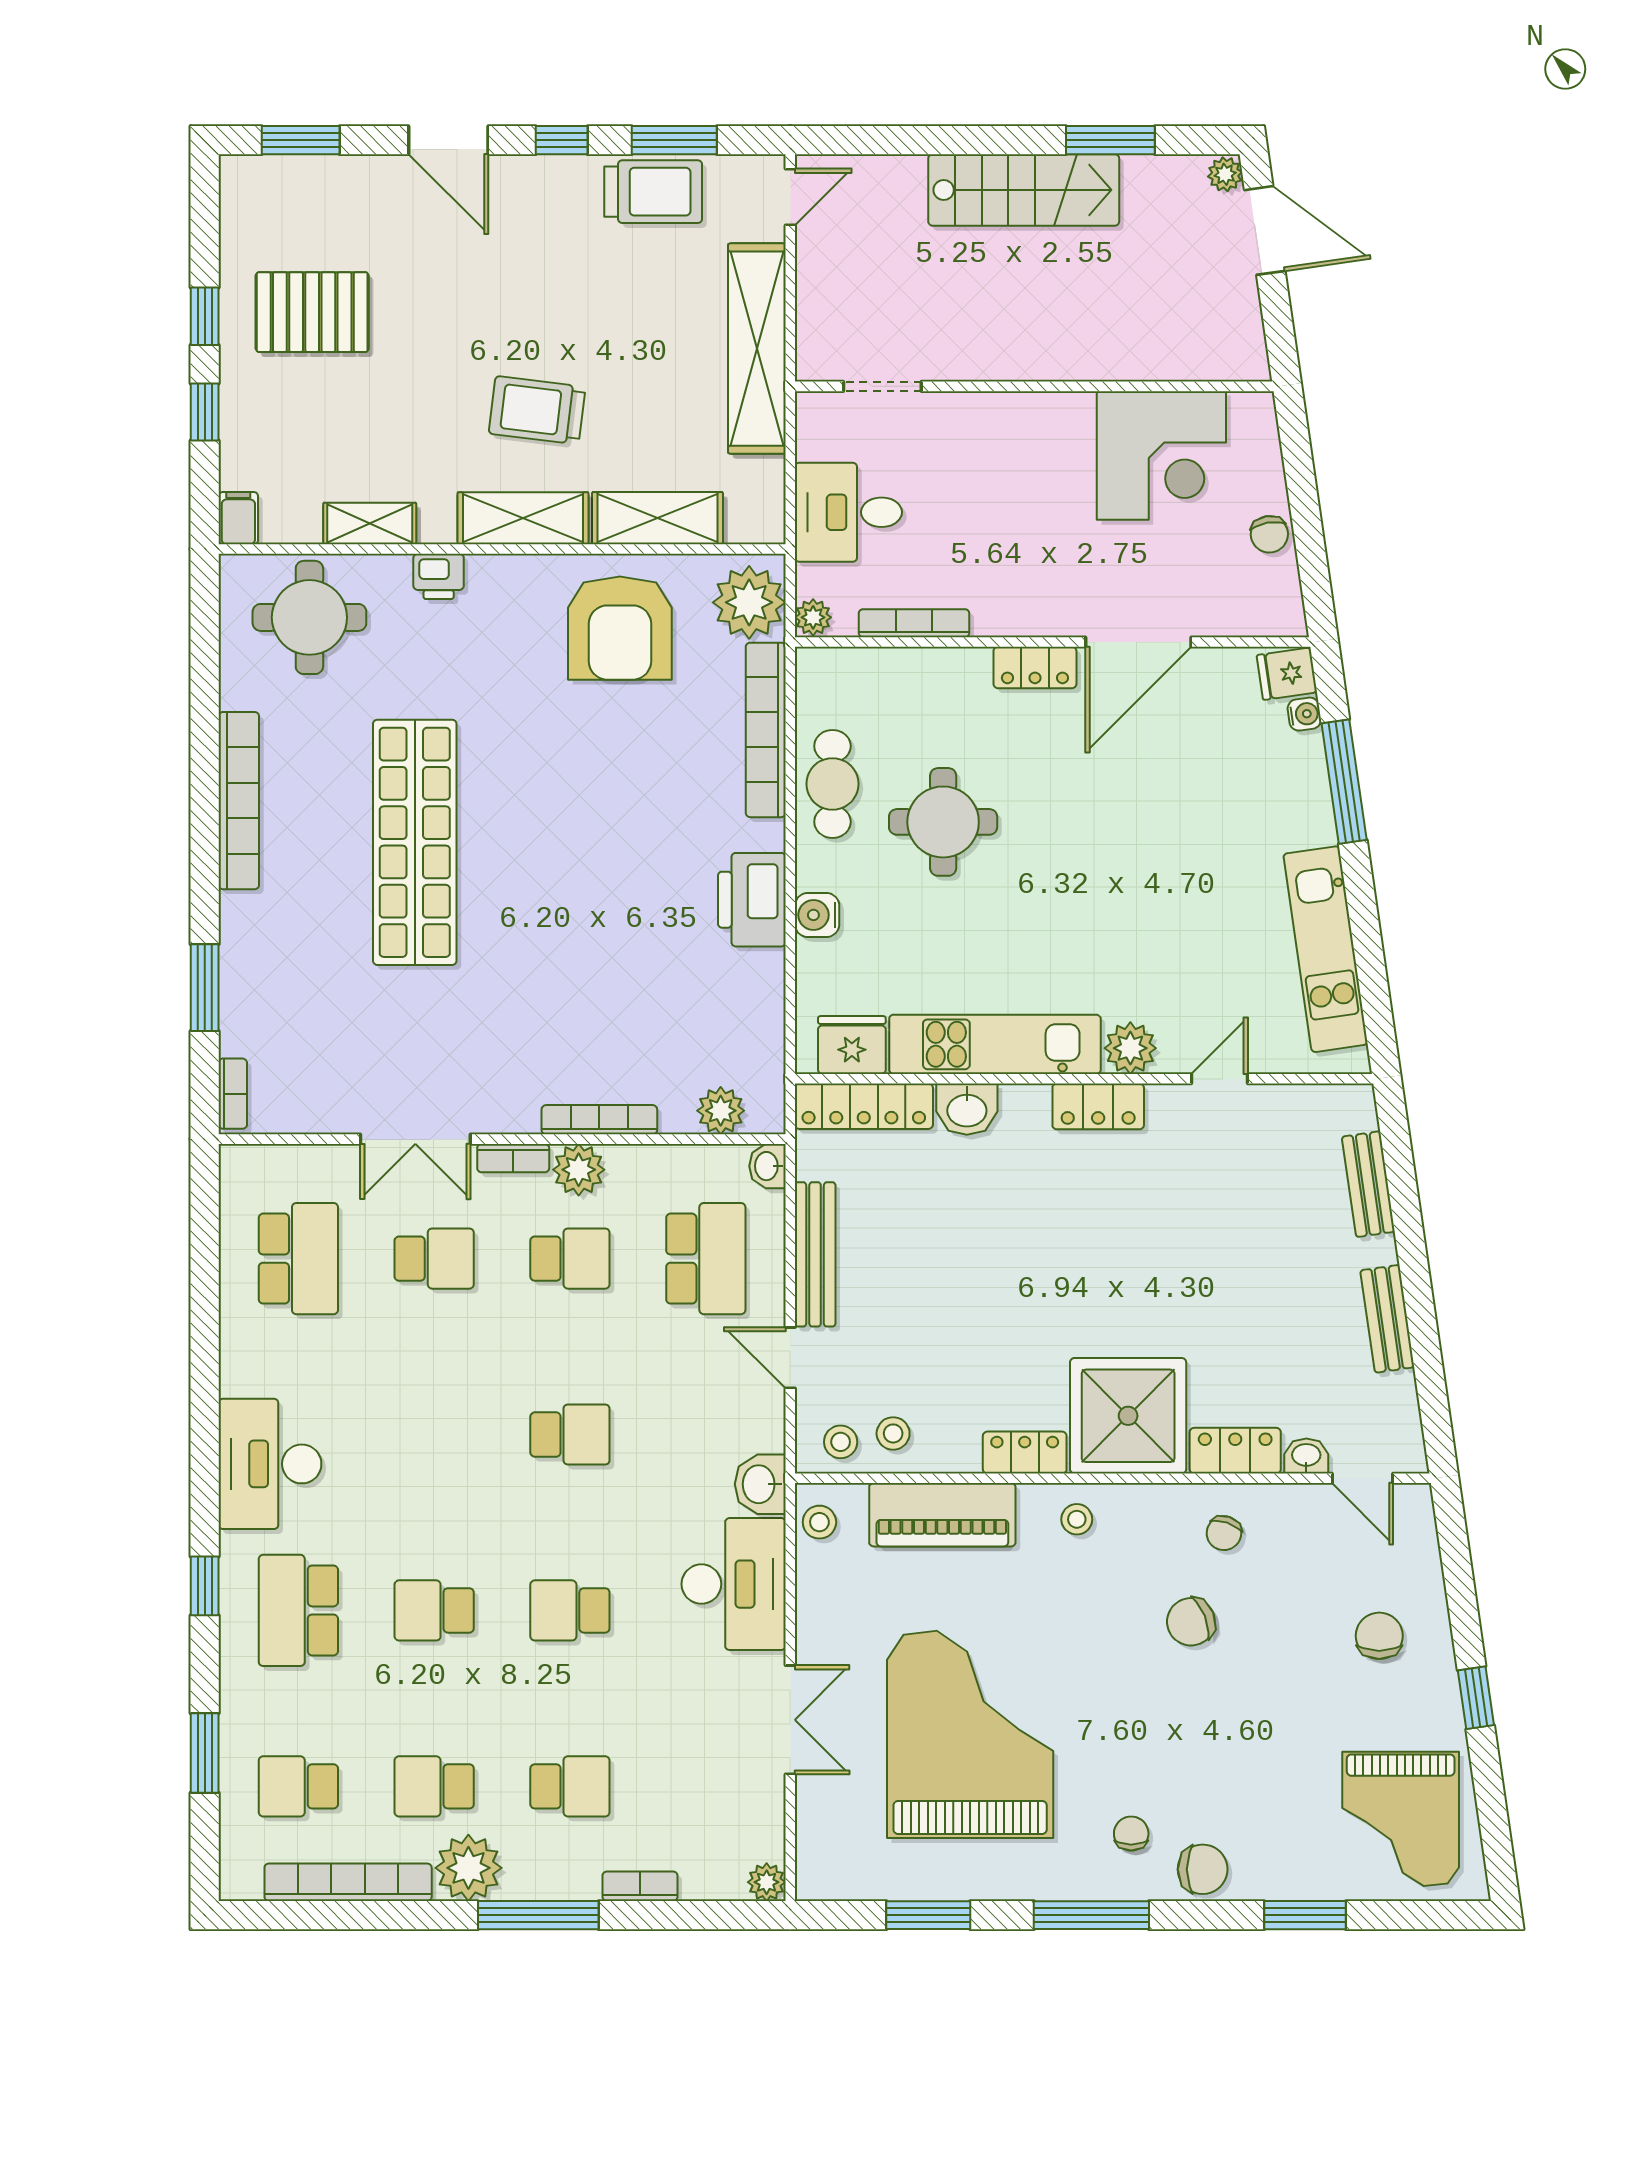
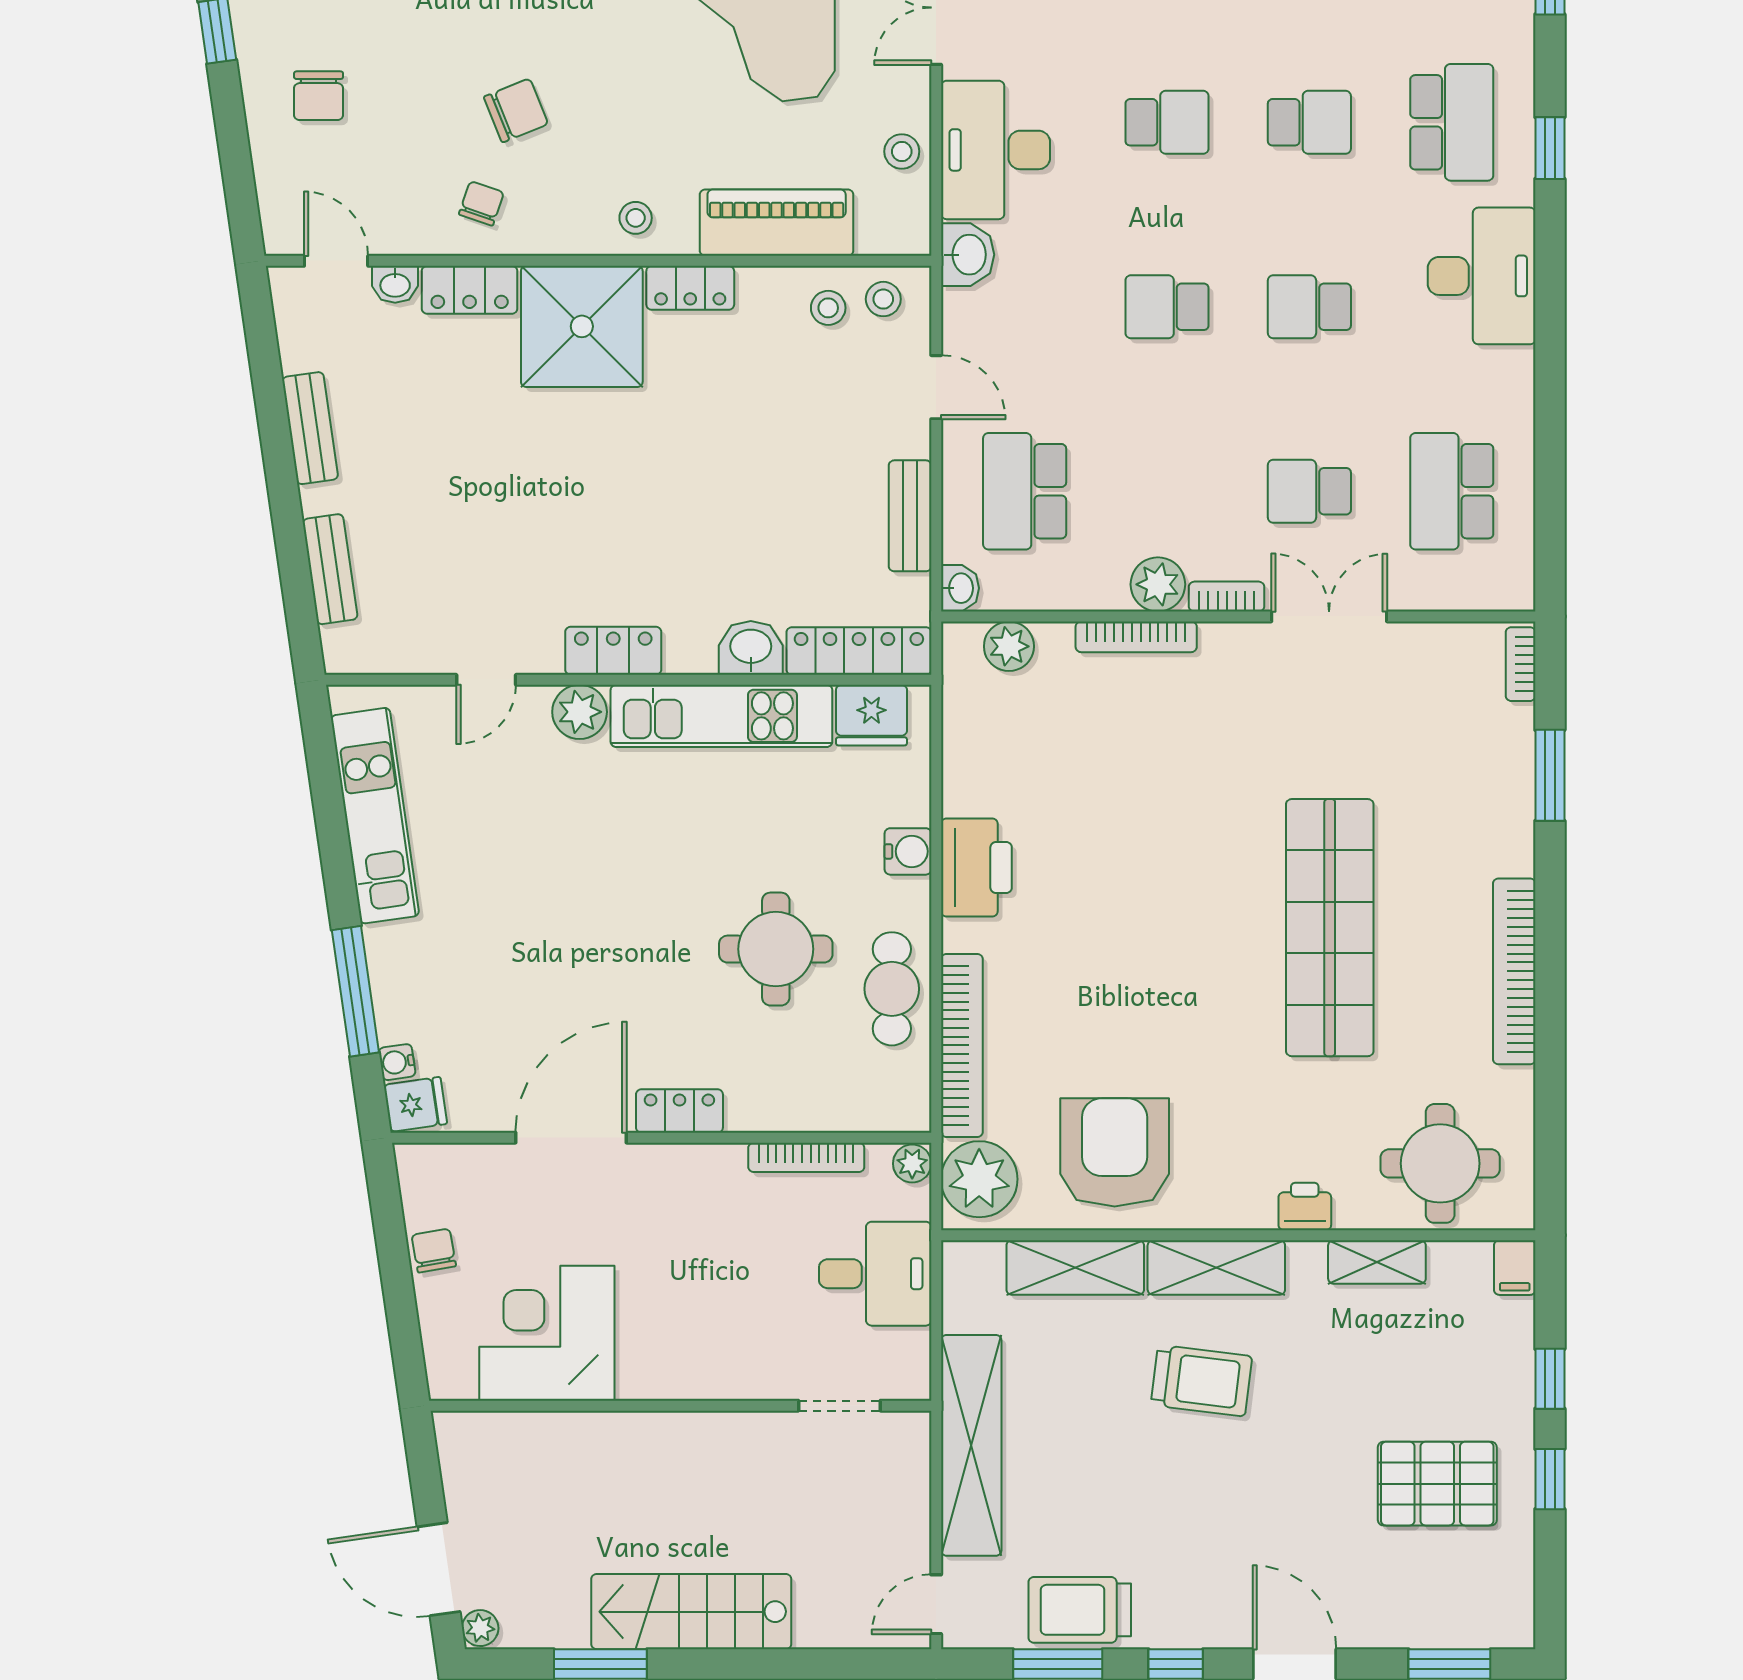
bench: (815, 1254) -> (910, 516), width x0.73
school desk: (570, 1259) -> (1309, 307), moved
stool: (819, 1522) -> (902, 151), moved

